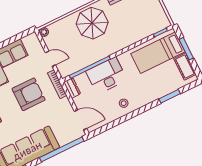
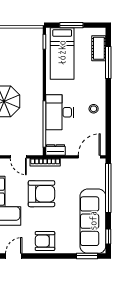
door: (50, 59) -> (18, 157), swing flipped
cot: (185, 67) -> (99, 48), moved, turned 90
armchair: (29, 94) -> (41, 194), turned 90
window: (170, 96) -> (108, 63), width x1.44

